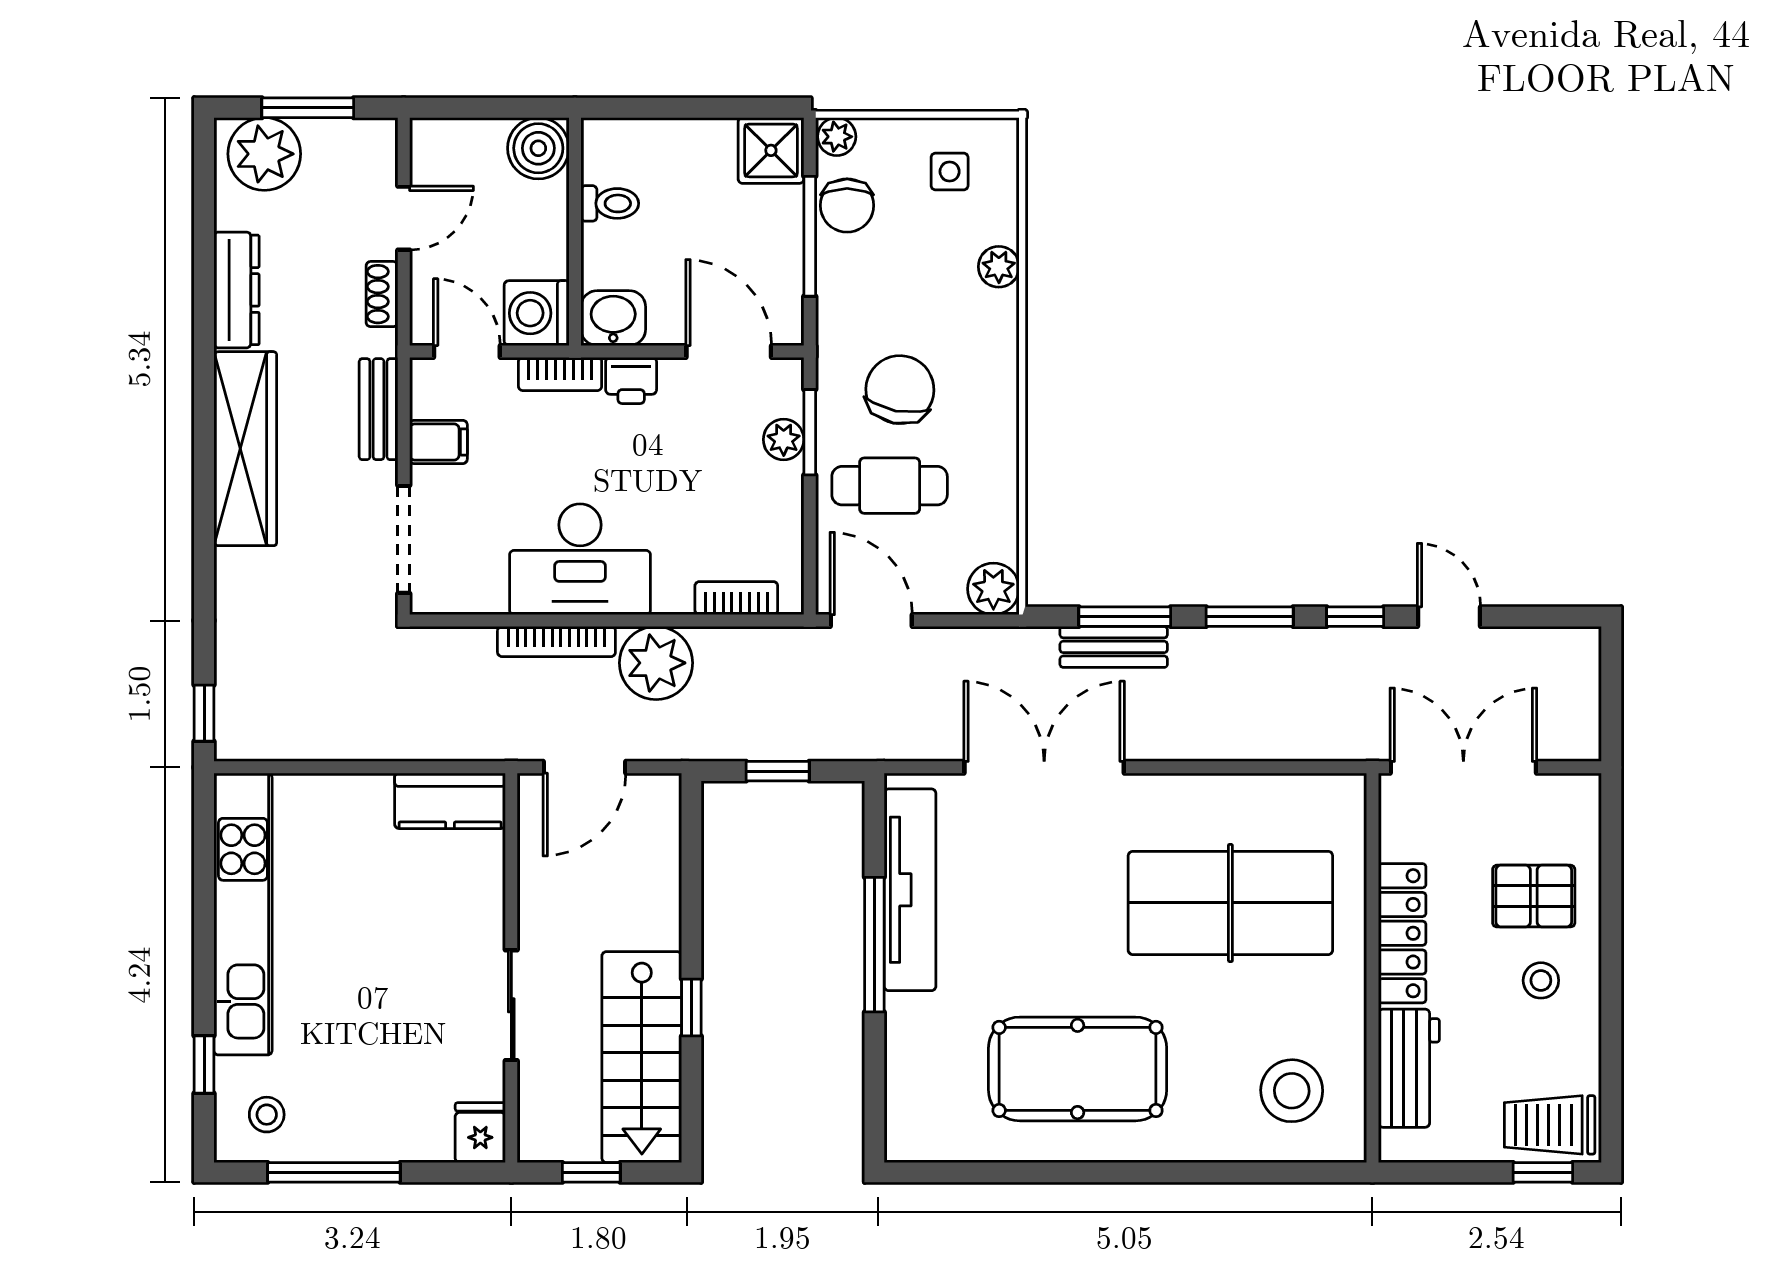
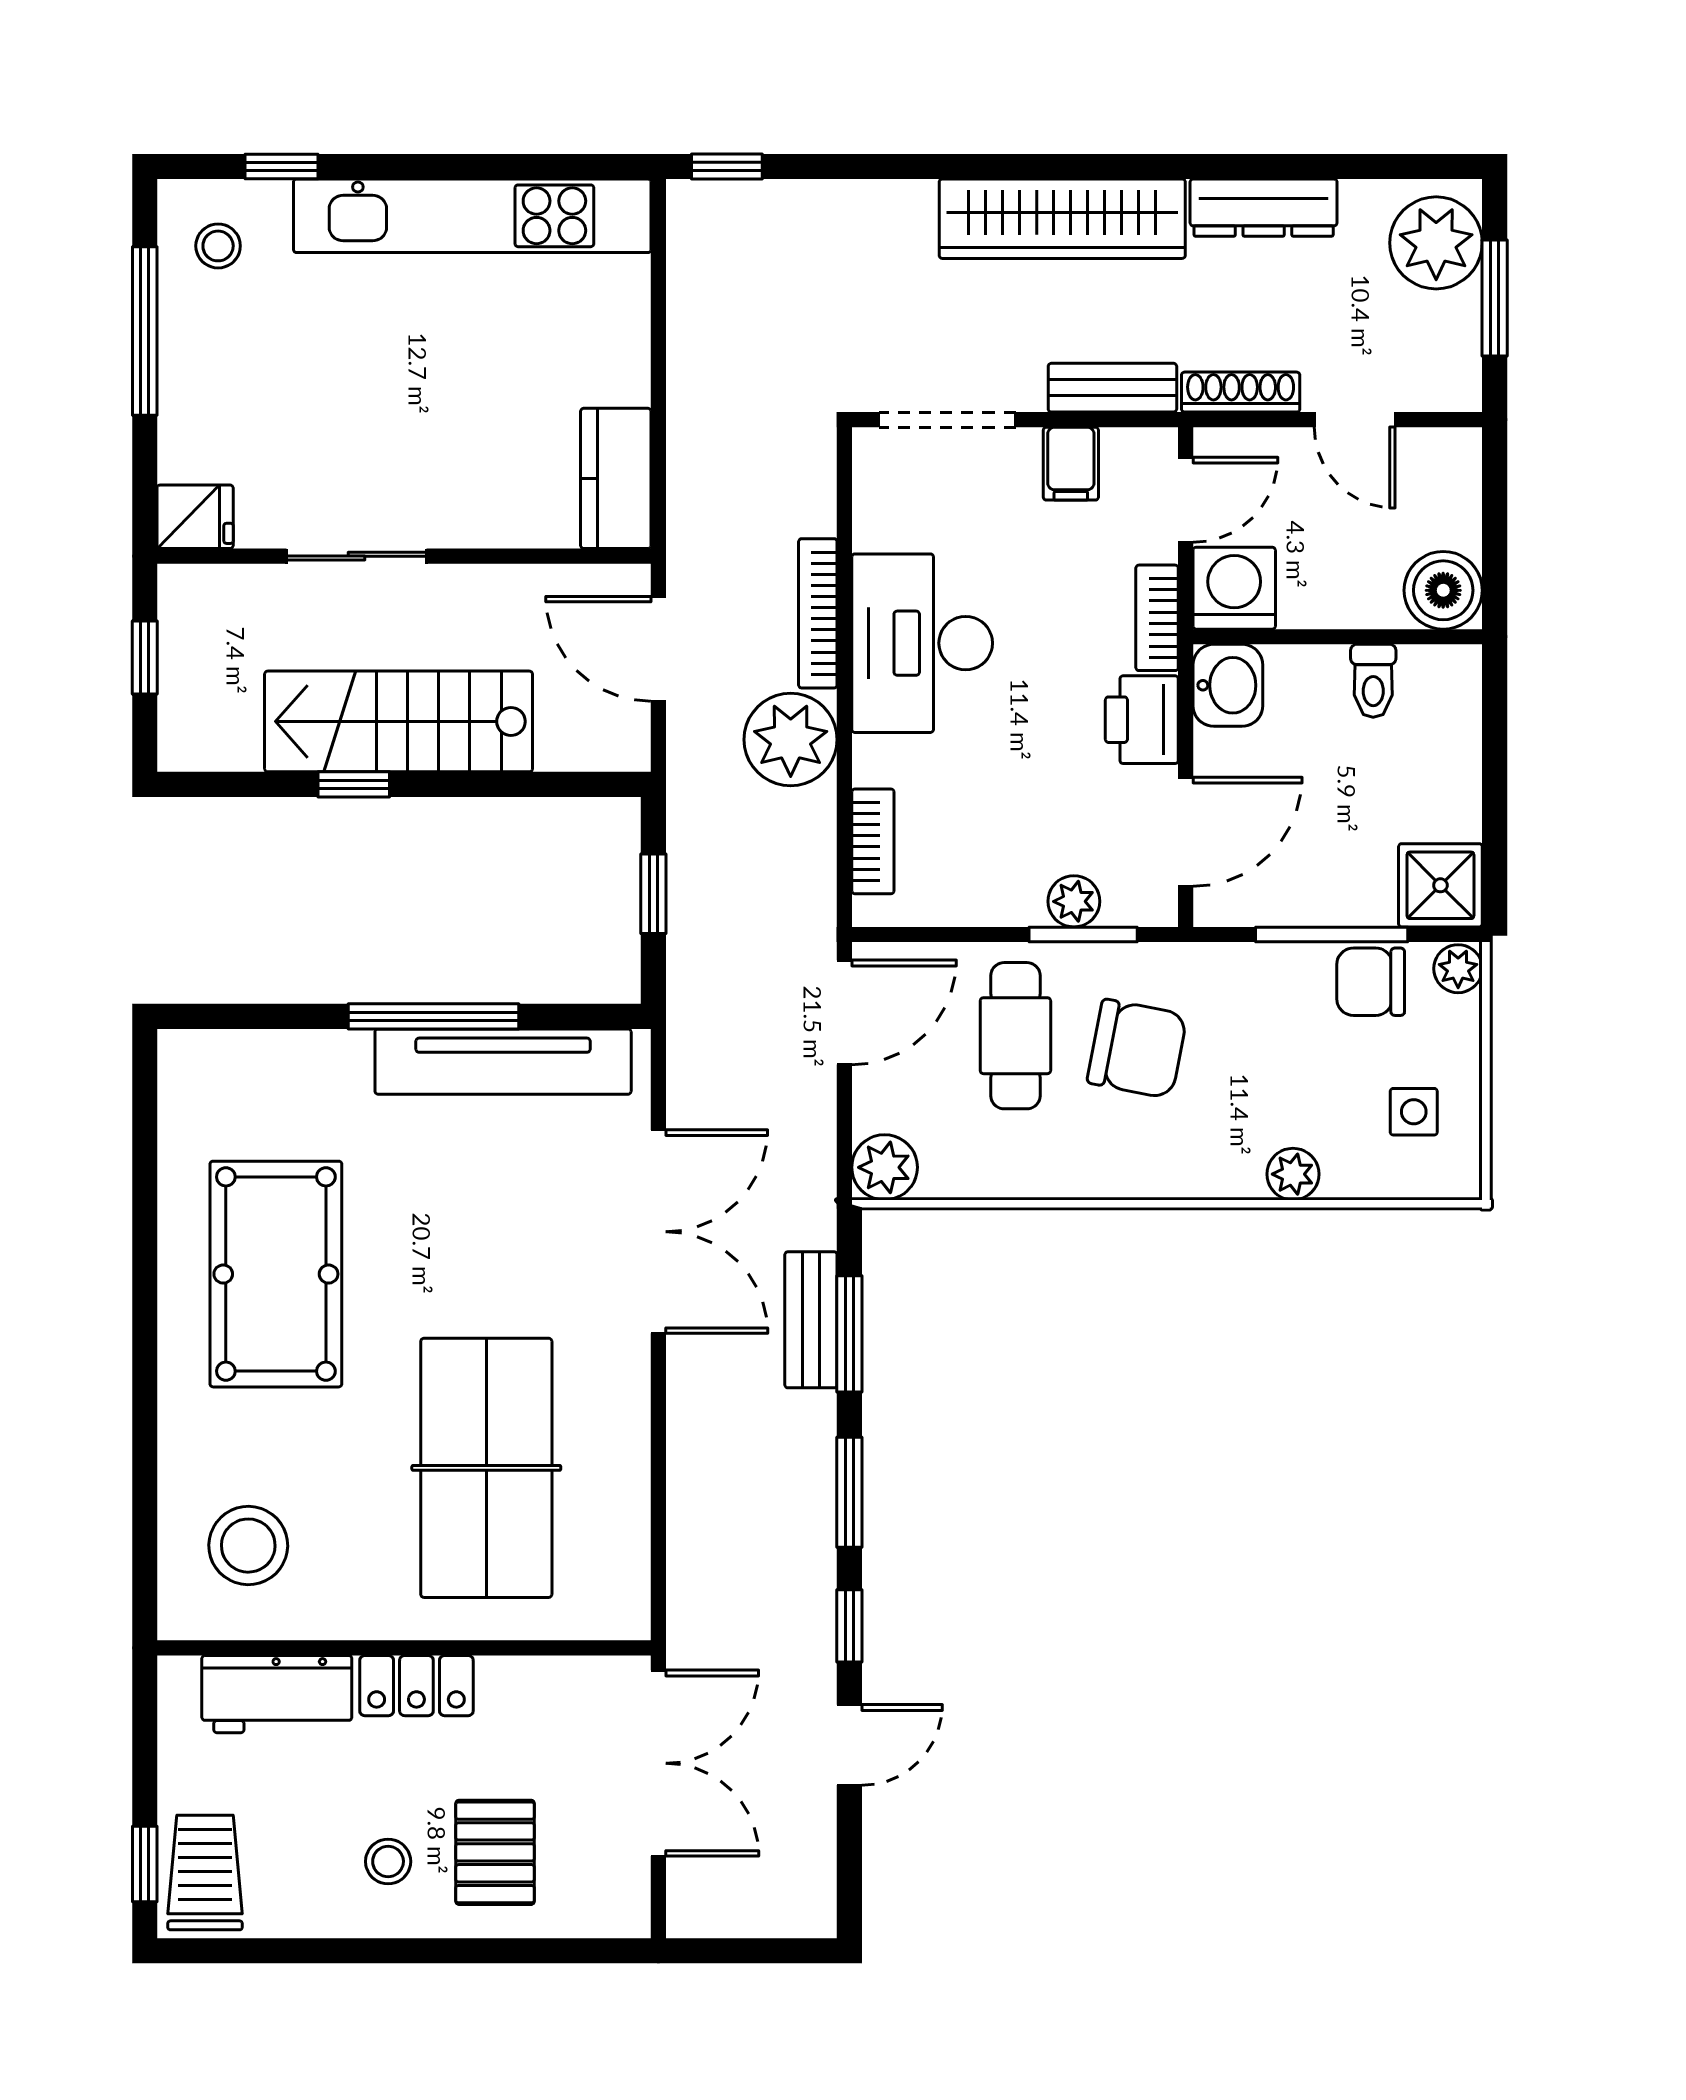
shoe rack: (382, 294) -> (1241, 392), width x1.43
printer: (631, 380) -> (1142, 720), width x1.36, depth x1.24
locker: (1402, 933) -> (416, 1686), width x0.66
stairs: (642, 1057) -> (399, 721), moved

